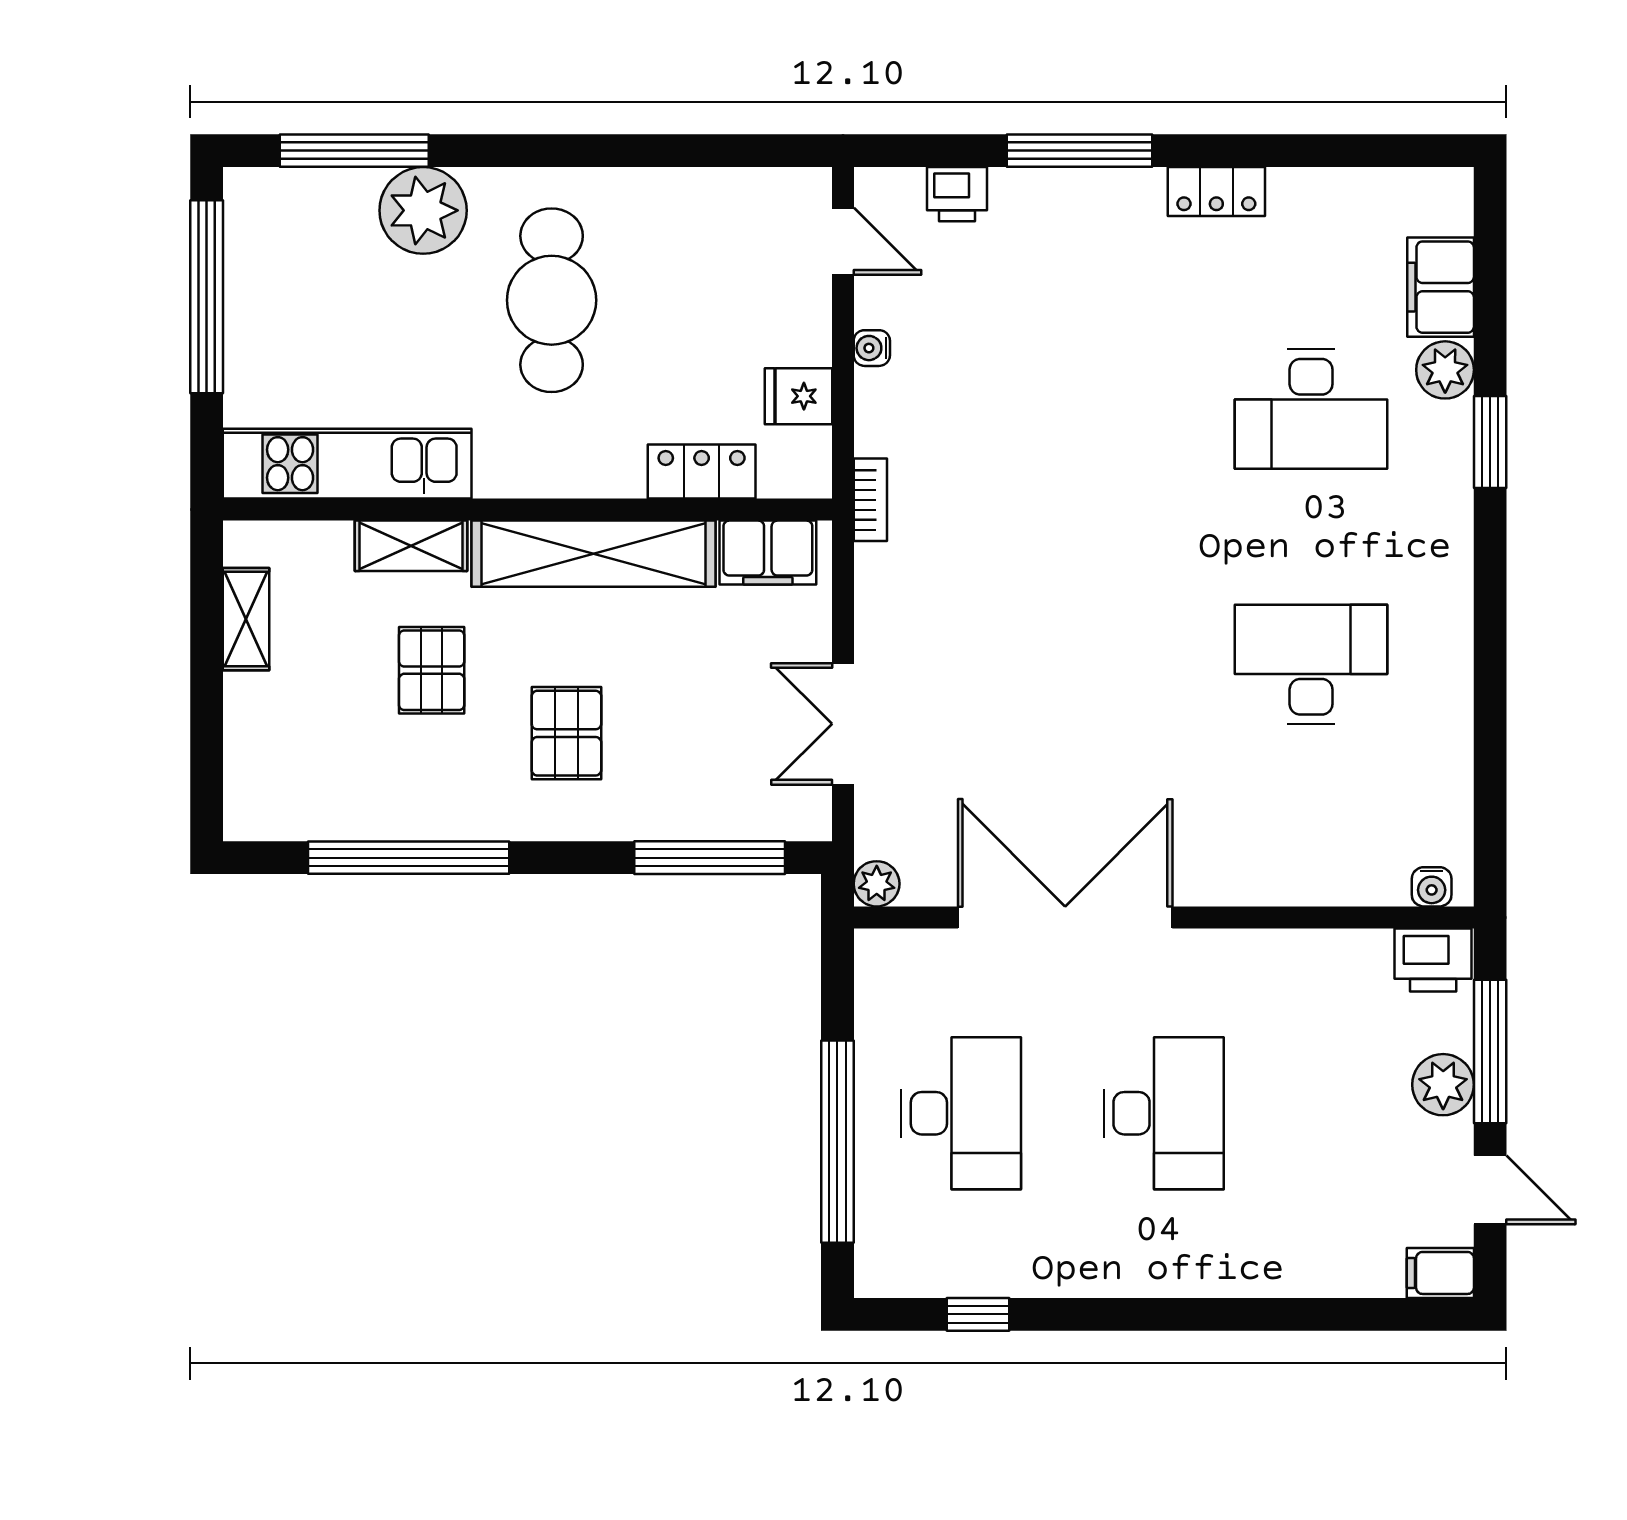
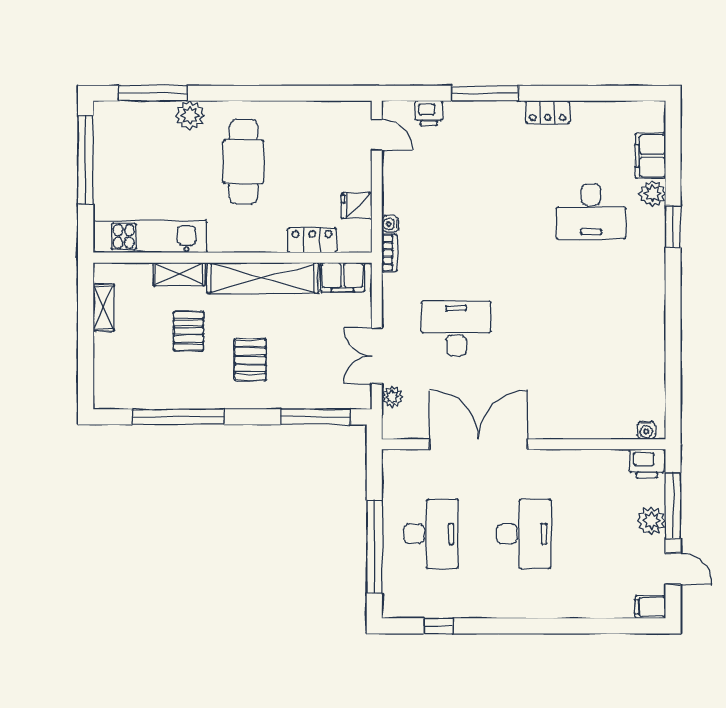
plant: (423, 210) -> (190, 115), width x0.73, depth x0.73
water cooler: (872, 348) -> (390, 224), moved
desk: (1311, 664) -> (456, 328), moved
plant: (877, 884) -> (392, 397), moved

